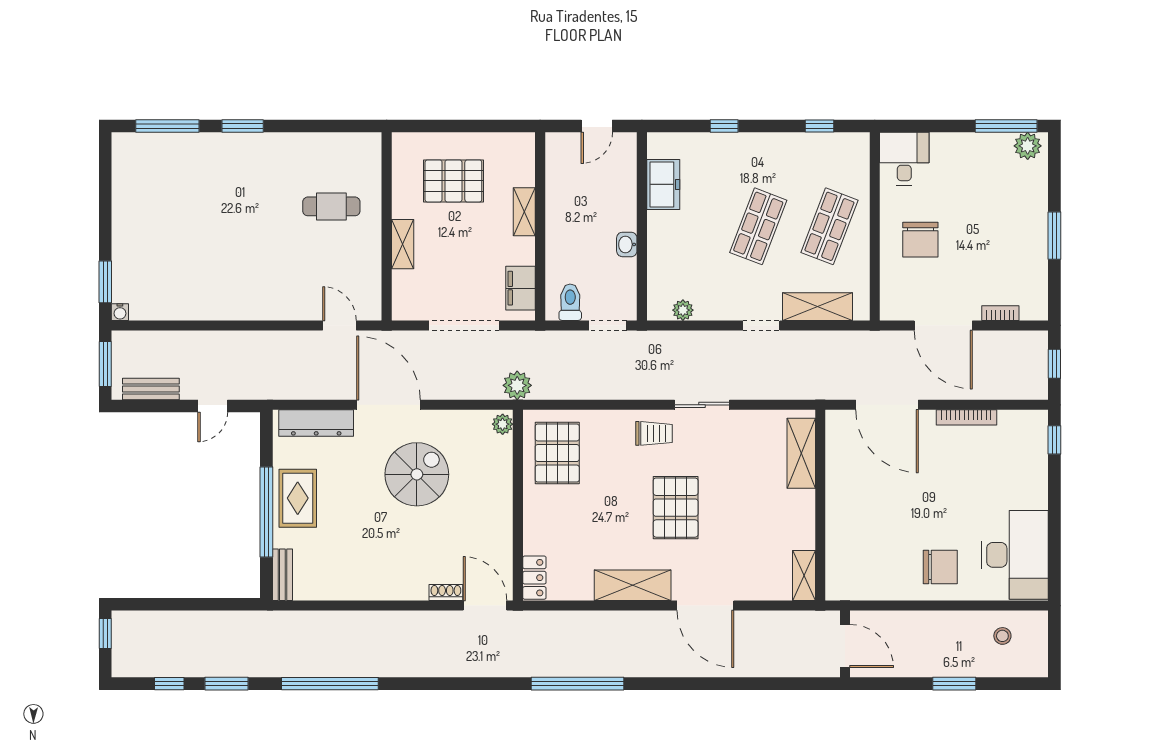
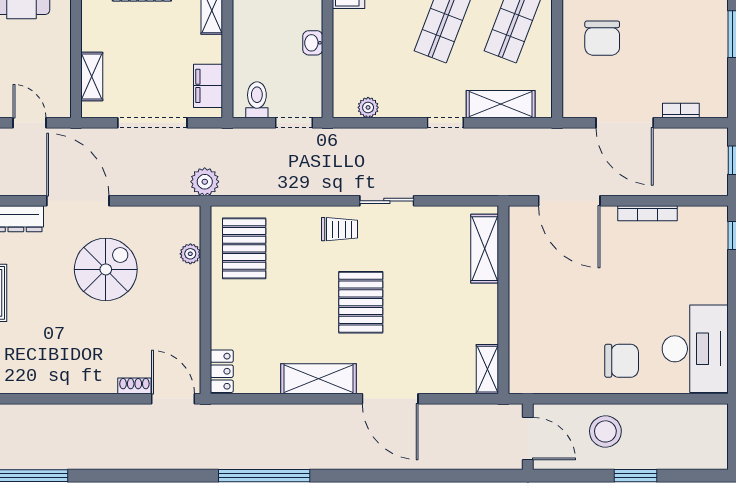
shelving: (403, 244) -> (92, 76), moved
plant: (503, 424) -> (190, 254), moved
stool: (1002, 636) -> (605, 431), moved, width x1.89, depth x1.89

